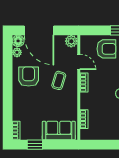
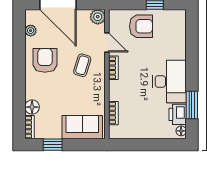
floor lamp: (18, 41) -> (32, 107), moved

